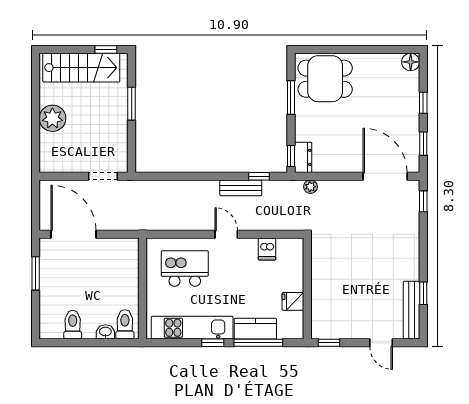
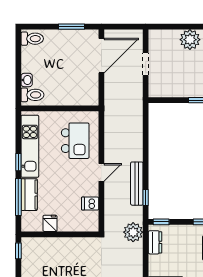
dresser: (303, 157) -> (155, 242), moved, turned -90
doorway: (103, 176) -> (146, 64), moved
plant: (310, 187) -> (133, 232), width x1.87, depth x1.87
bench: (241, 188) -> (137, 184), width x1.36
toilet: (73, 325) -> (32, 39), moved

